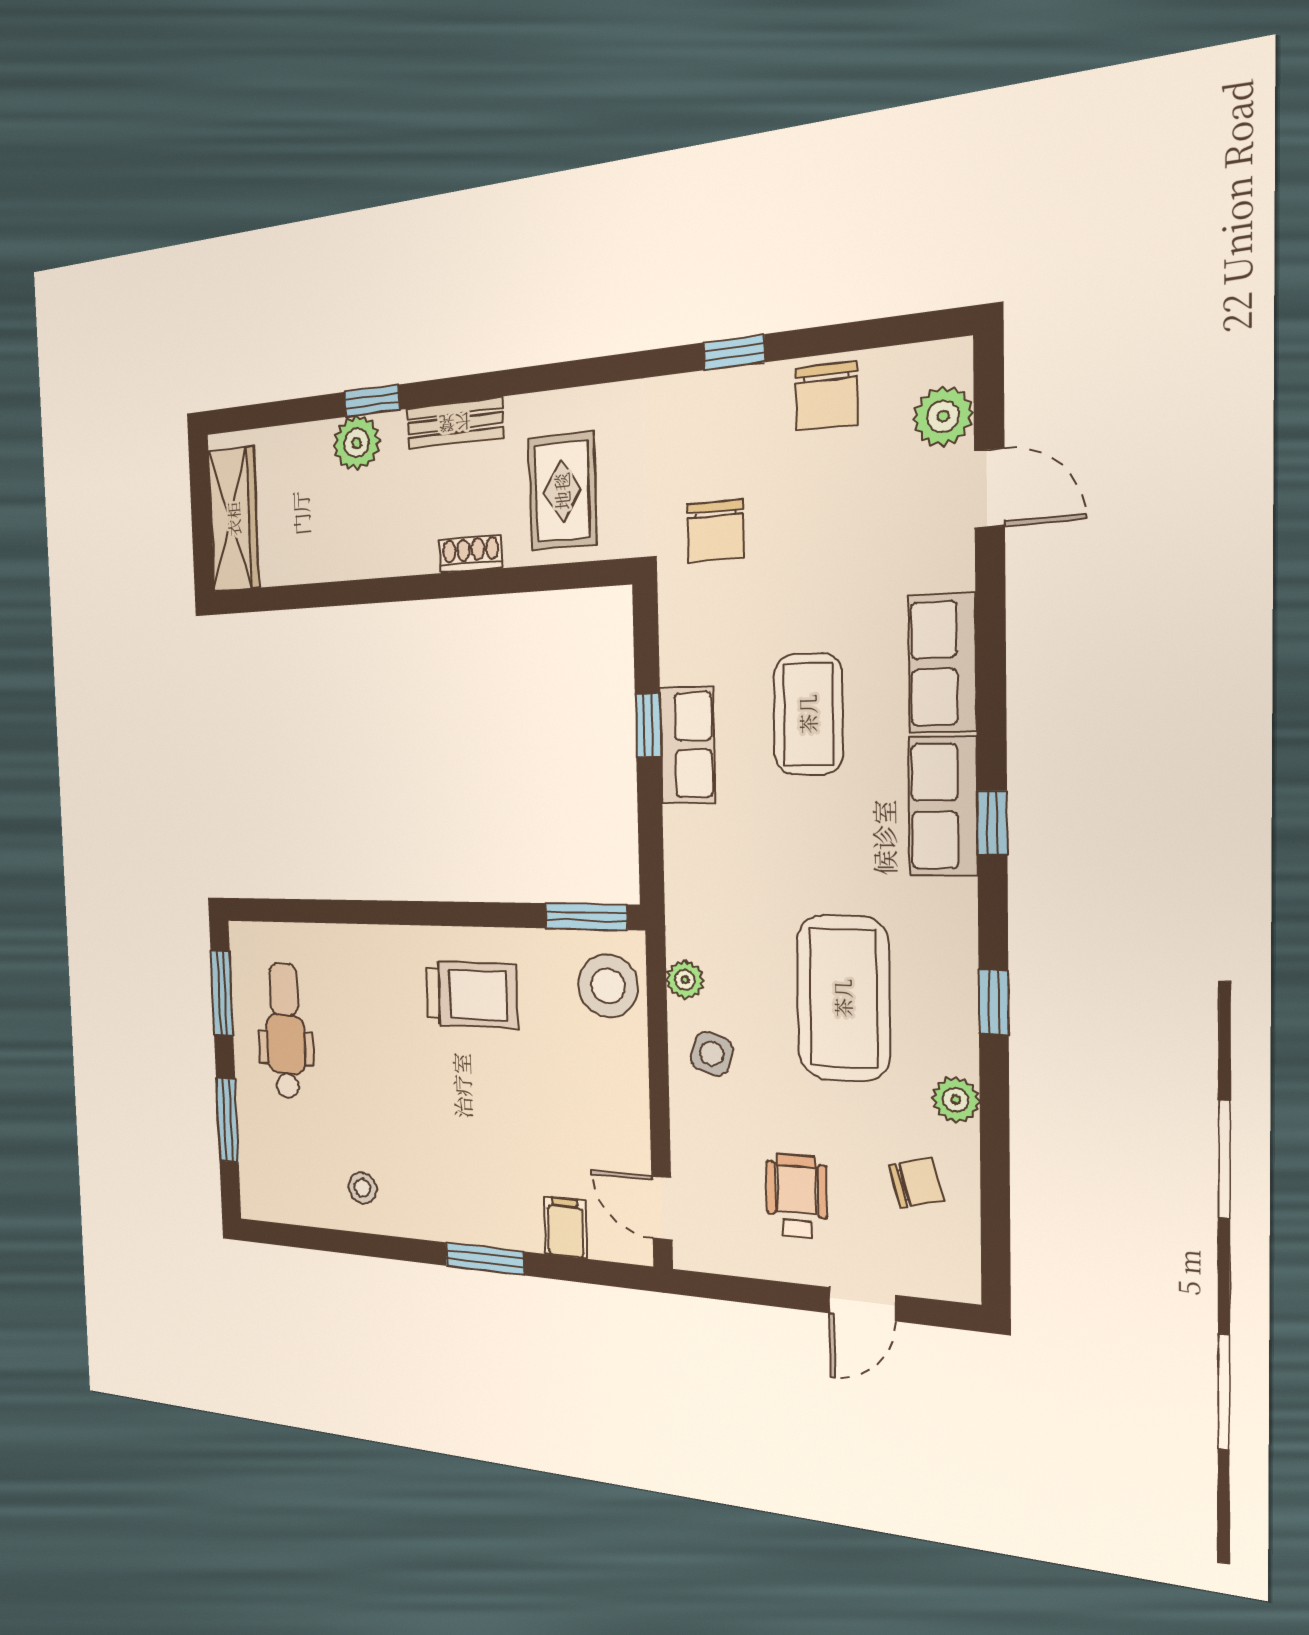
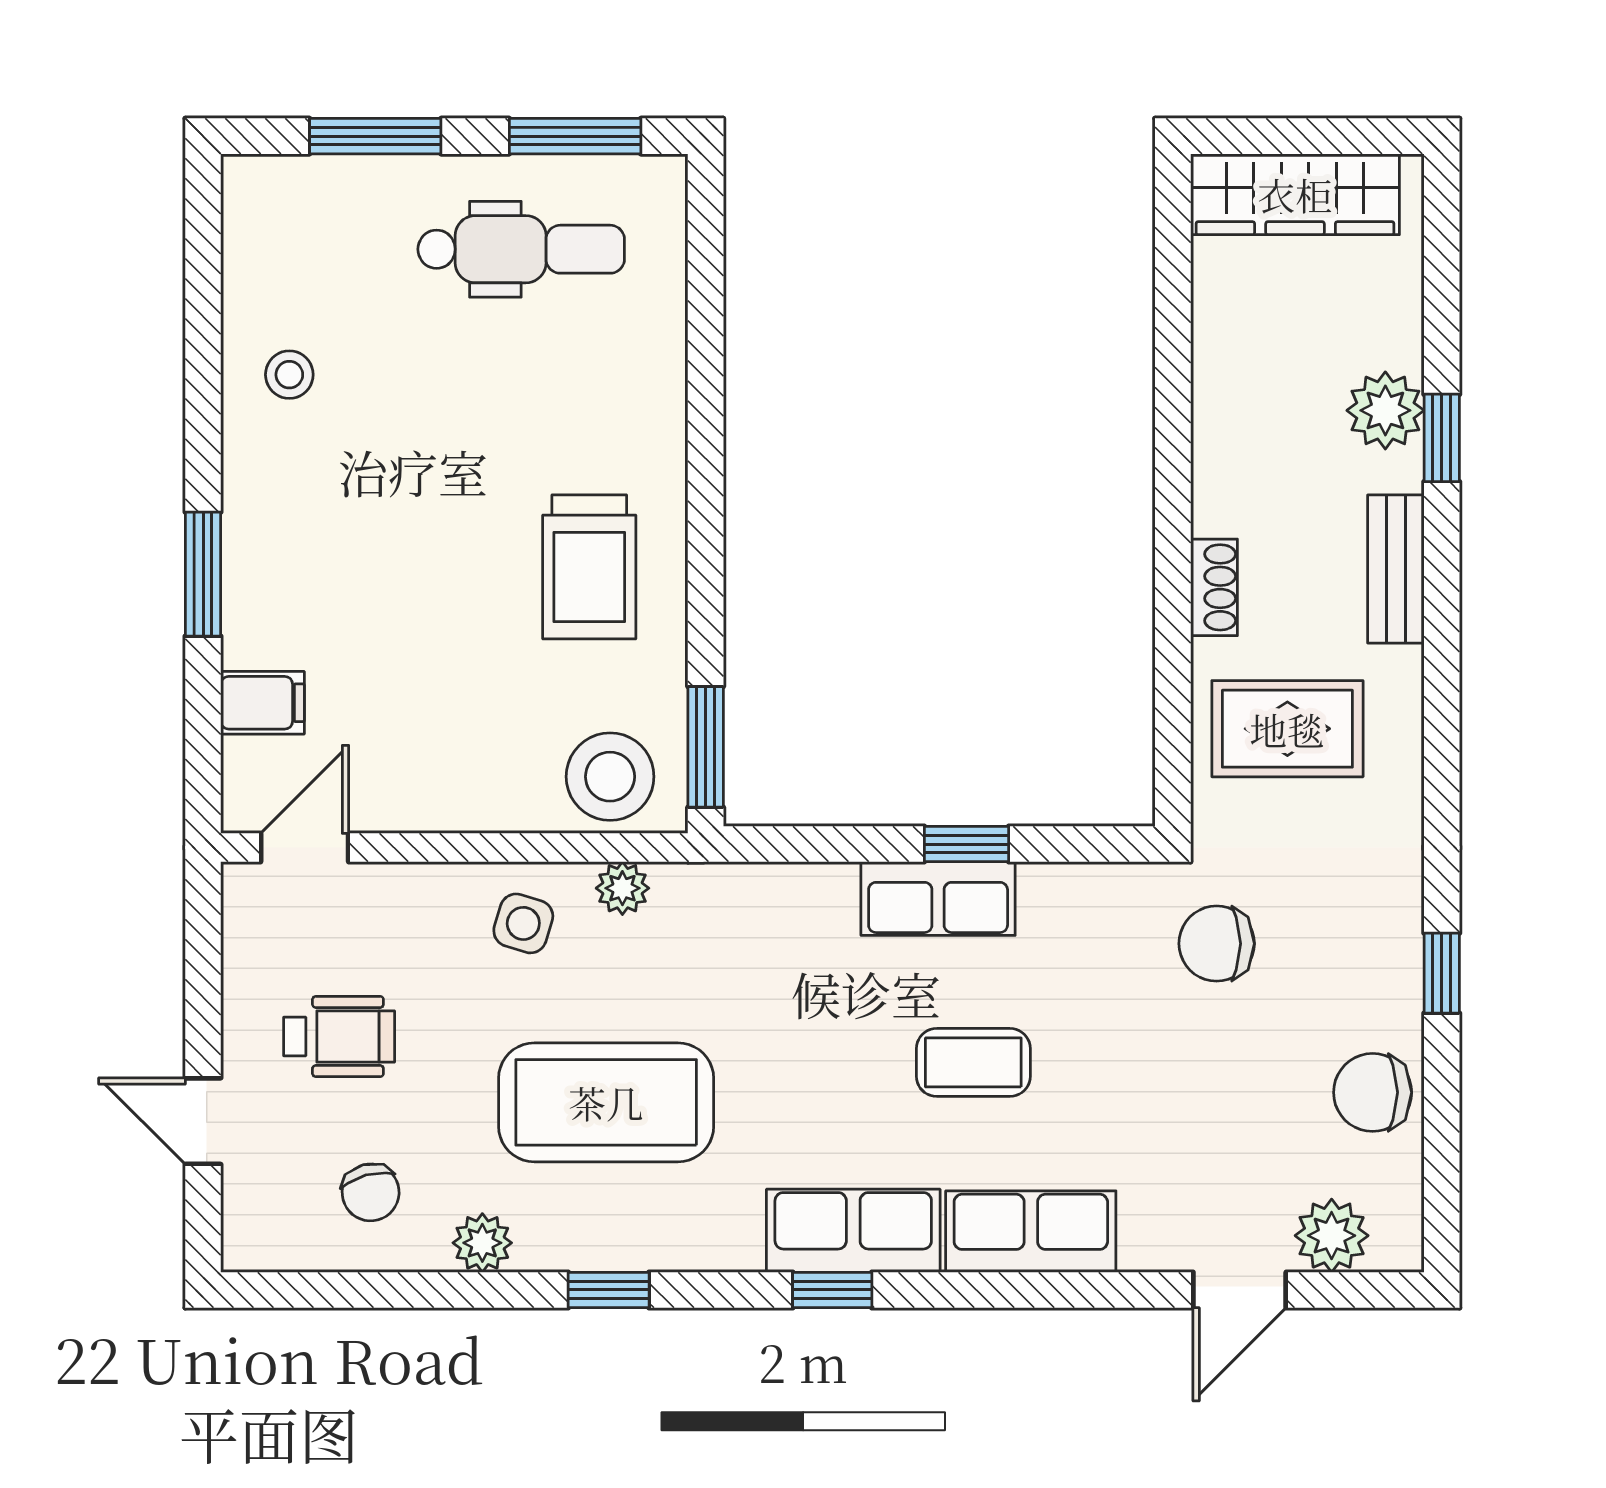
coffee table: (808, 714) -> (973, 1062), width x0.73, depth x0.77

